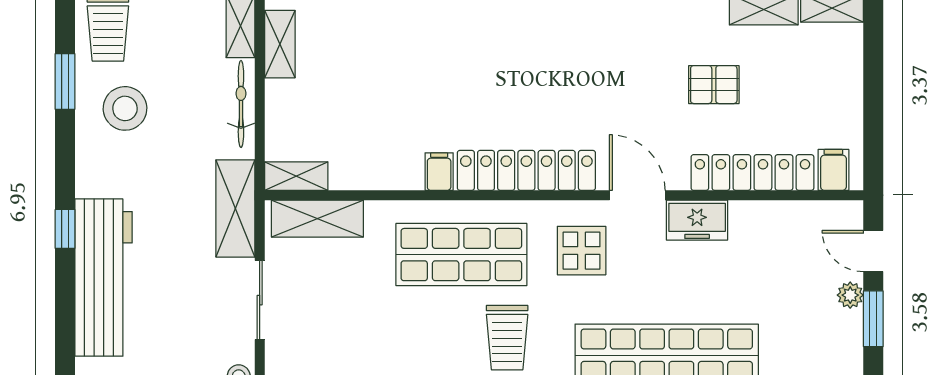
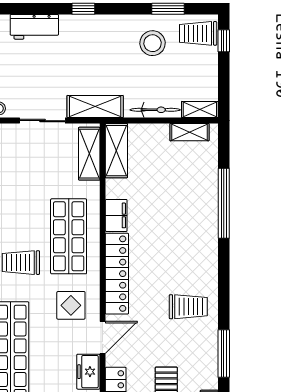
trolley: (584, 46) -> (188, 307), added
filing cabinet: (439, 172) -> (116, 215), width x2.00
shelving: (296, 176) -> (116, 151), width x1.50, depth x1.33
workbench: (103, 278) -> (34, 27), width x0.53, depth x0.76

